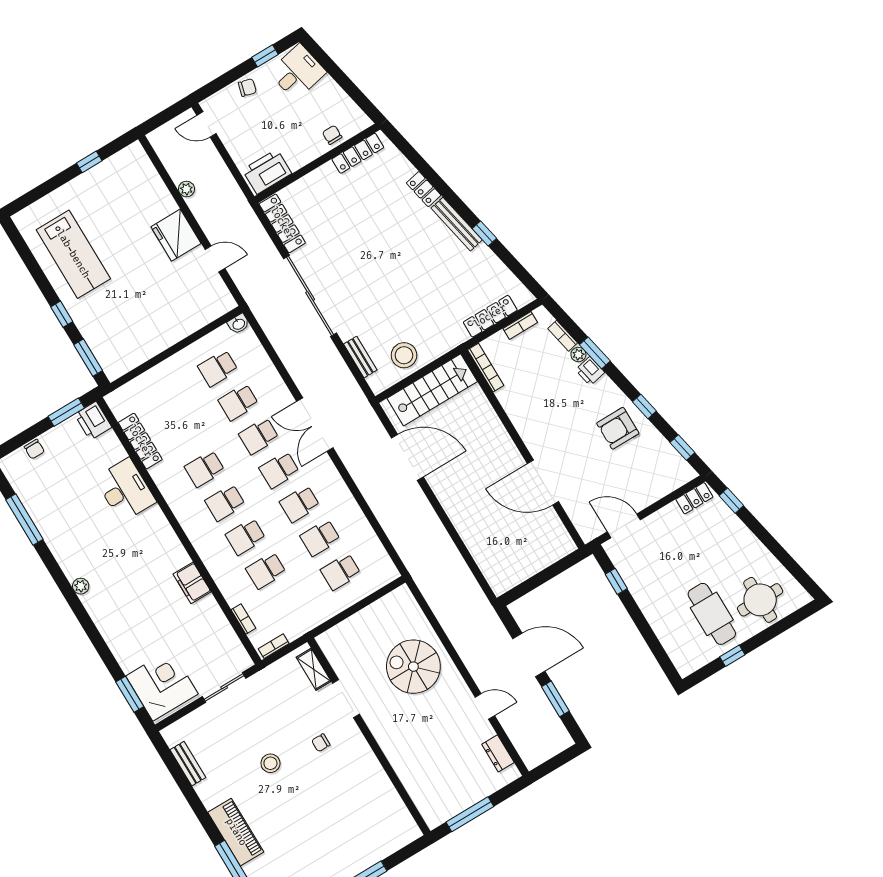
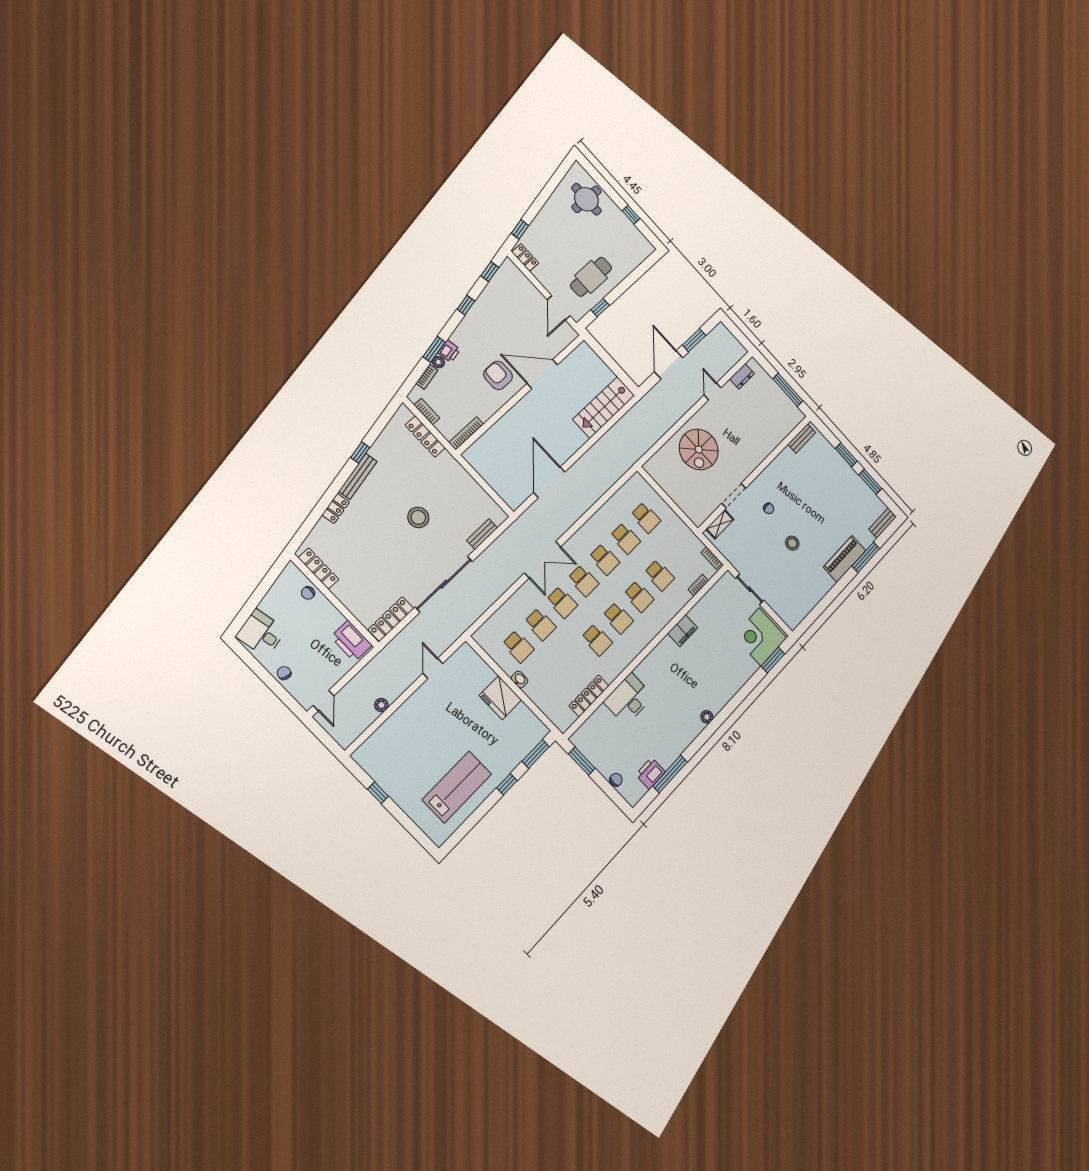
window: (265, 56) -> (253, 664), removed
fridge: (176, 235) -> (500, 698), moved, turned 90
washbasin: (239, 324) -> (520, 680), moved
stool: (404, 355) -> (418, 517), moved
stairs: (432, 390) -> (604, 407), moved, turned -90
printer: (93, 421) -> (651, 773), moved, turned 180
armchair: (618, 428) -> (498, 375), moved, turned 180
door: (543, 483) -> (542, 374), swing flipped
cafe table: (712, 614) -> (591, 277), moved
bench: (188, 764) -> (802, 438), moved

